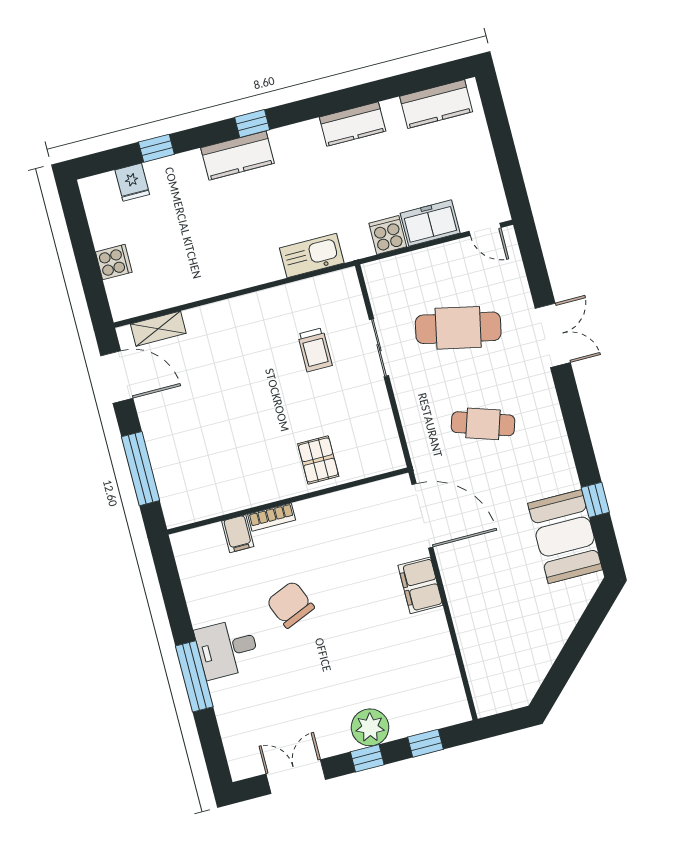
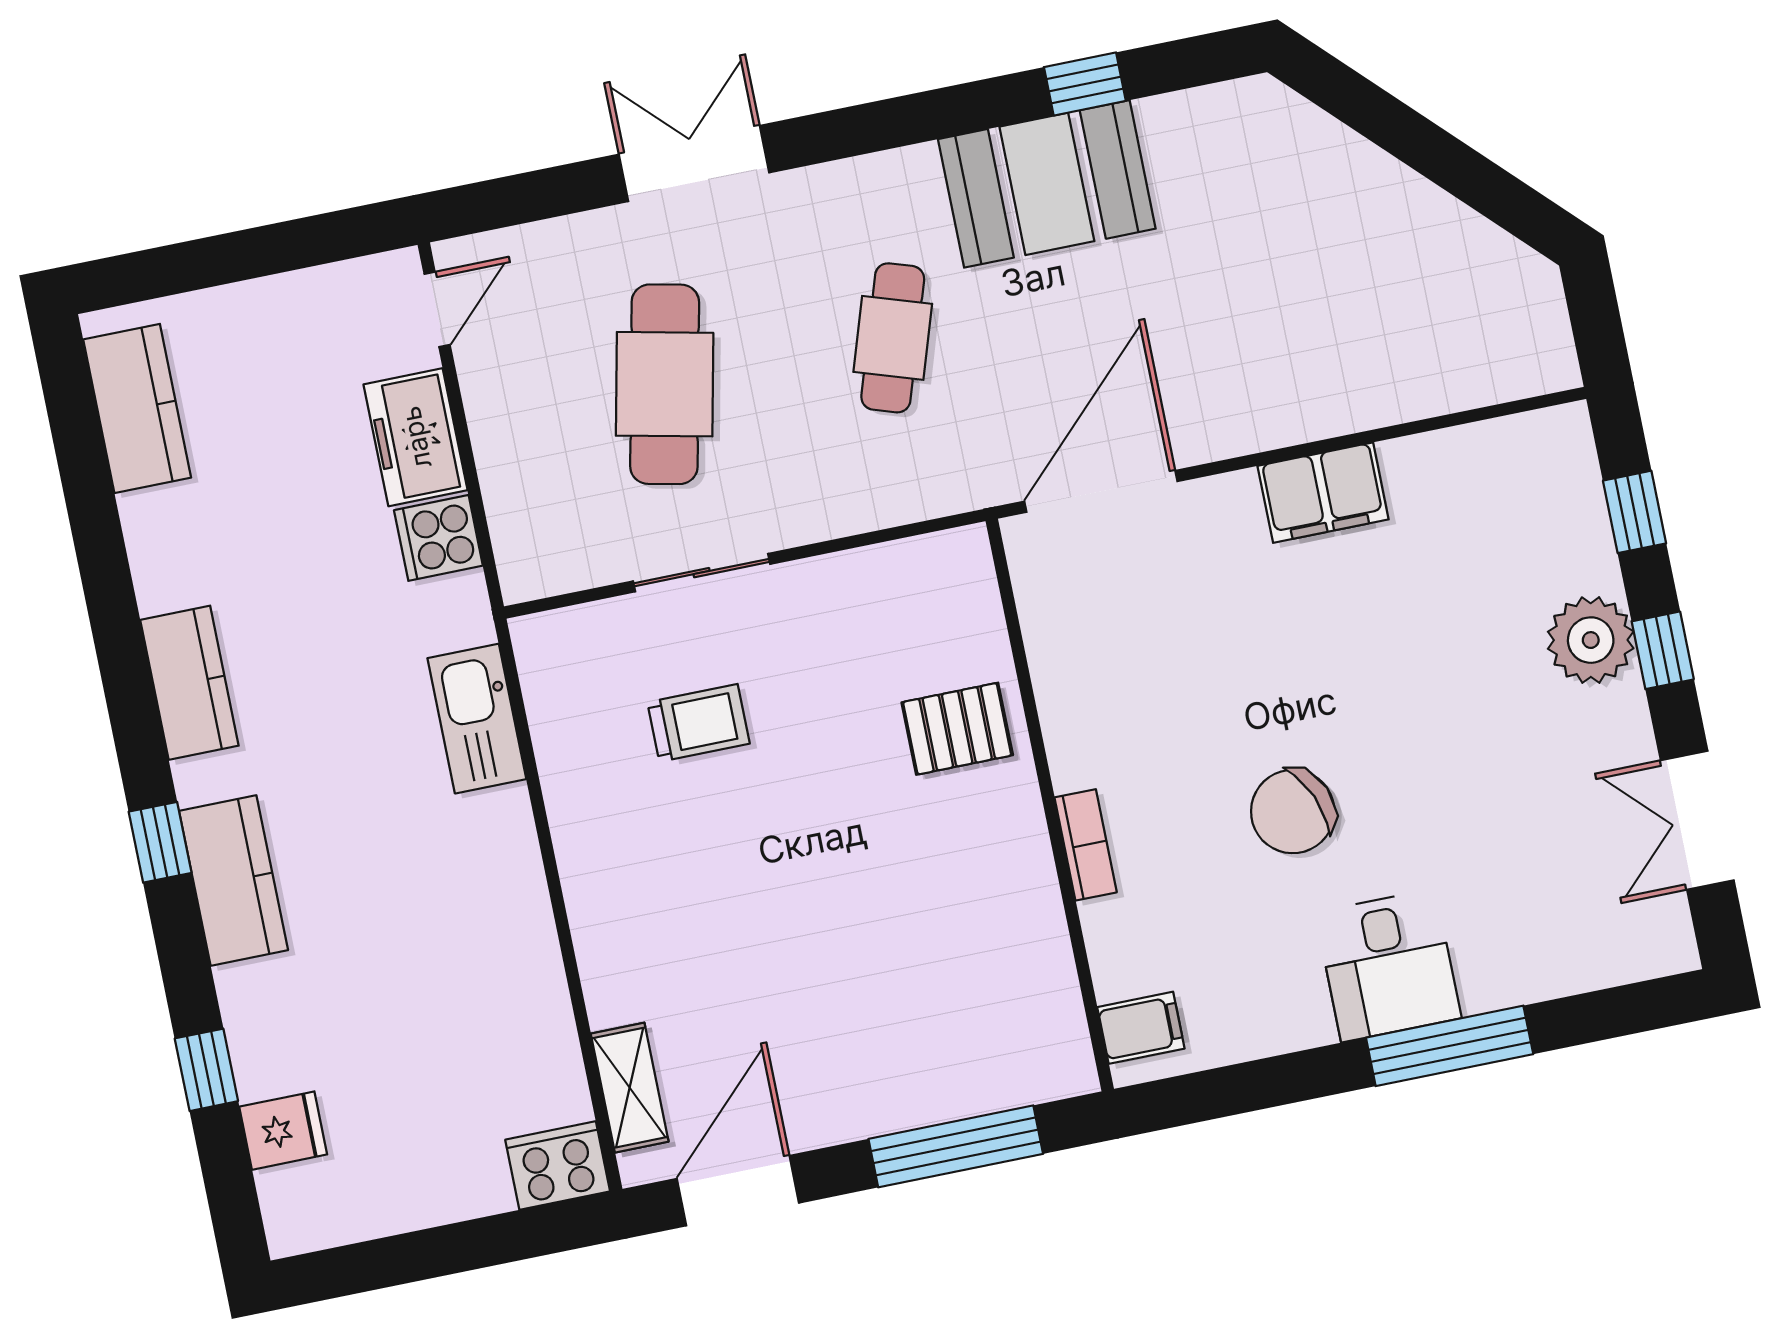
kitchen counter: (353, 124) -> (189, 683), moved
cooker: (114, 262) -> (558, 1166), moved, width x1.36
filing cabinet: (238, 534) -> (1141, 1028), moved
booth: (565, 537) -> (1047, 184), moved
filing cabinet: (420, 585) -> (1323, 493), moved

